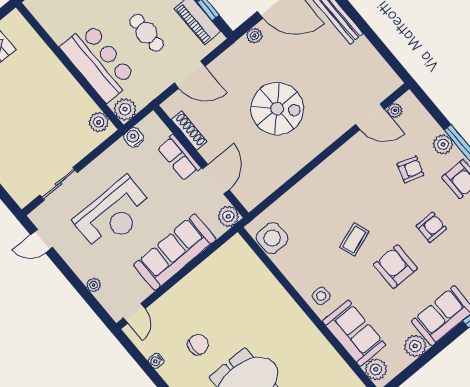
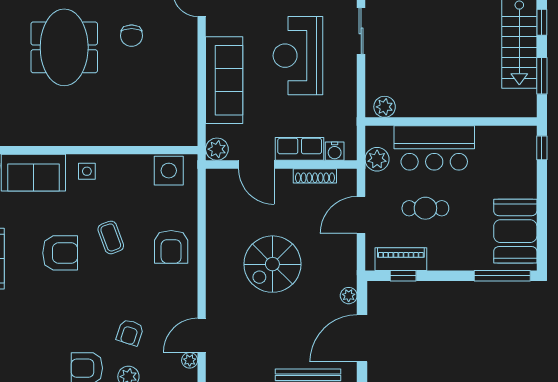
plant: (125, 109) -> (377, 159), moved
water cooler: (134, 137) -> (335, 151), moved, turned 90
armchair: (431, 227) -> (171, 247), moved, width x1.38, depth x1.38

